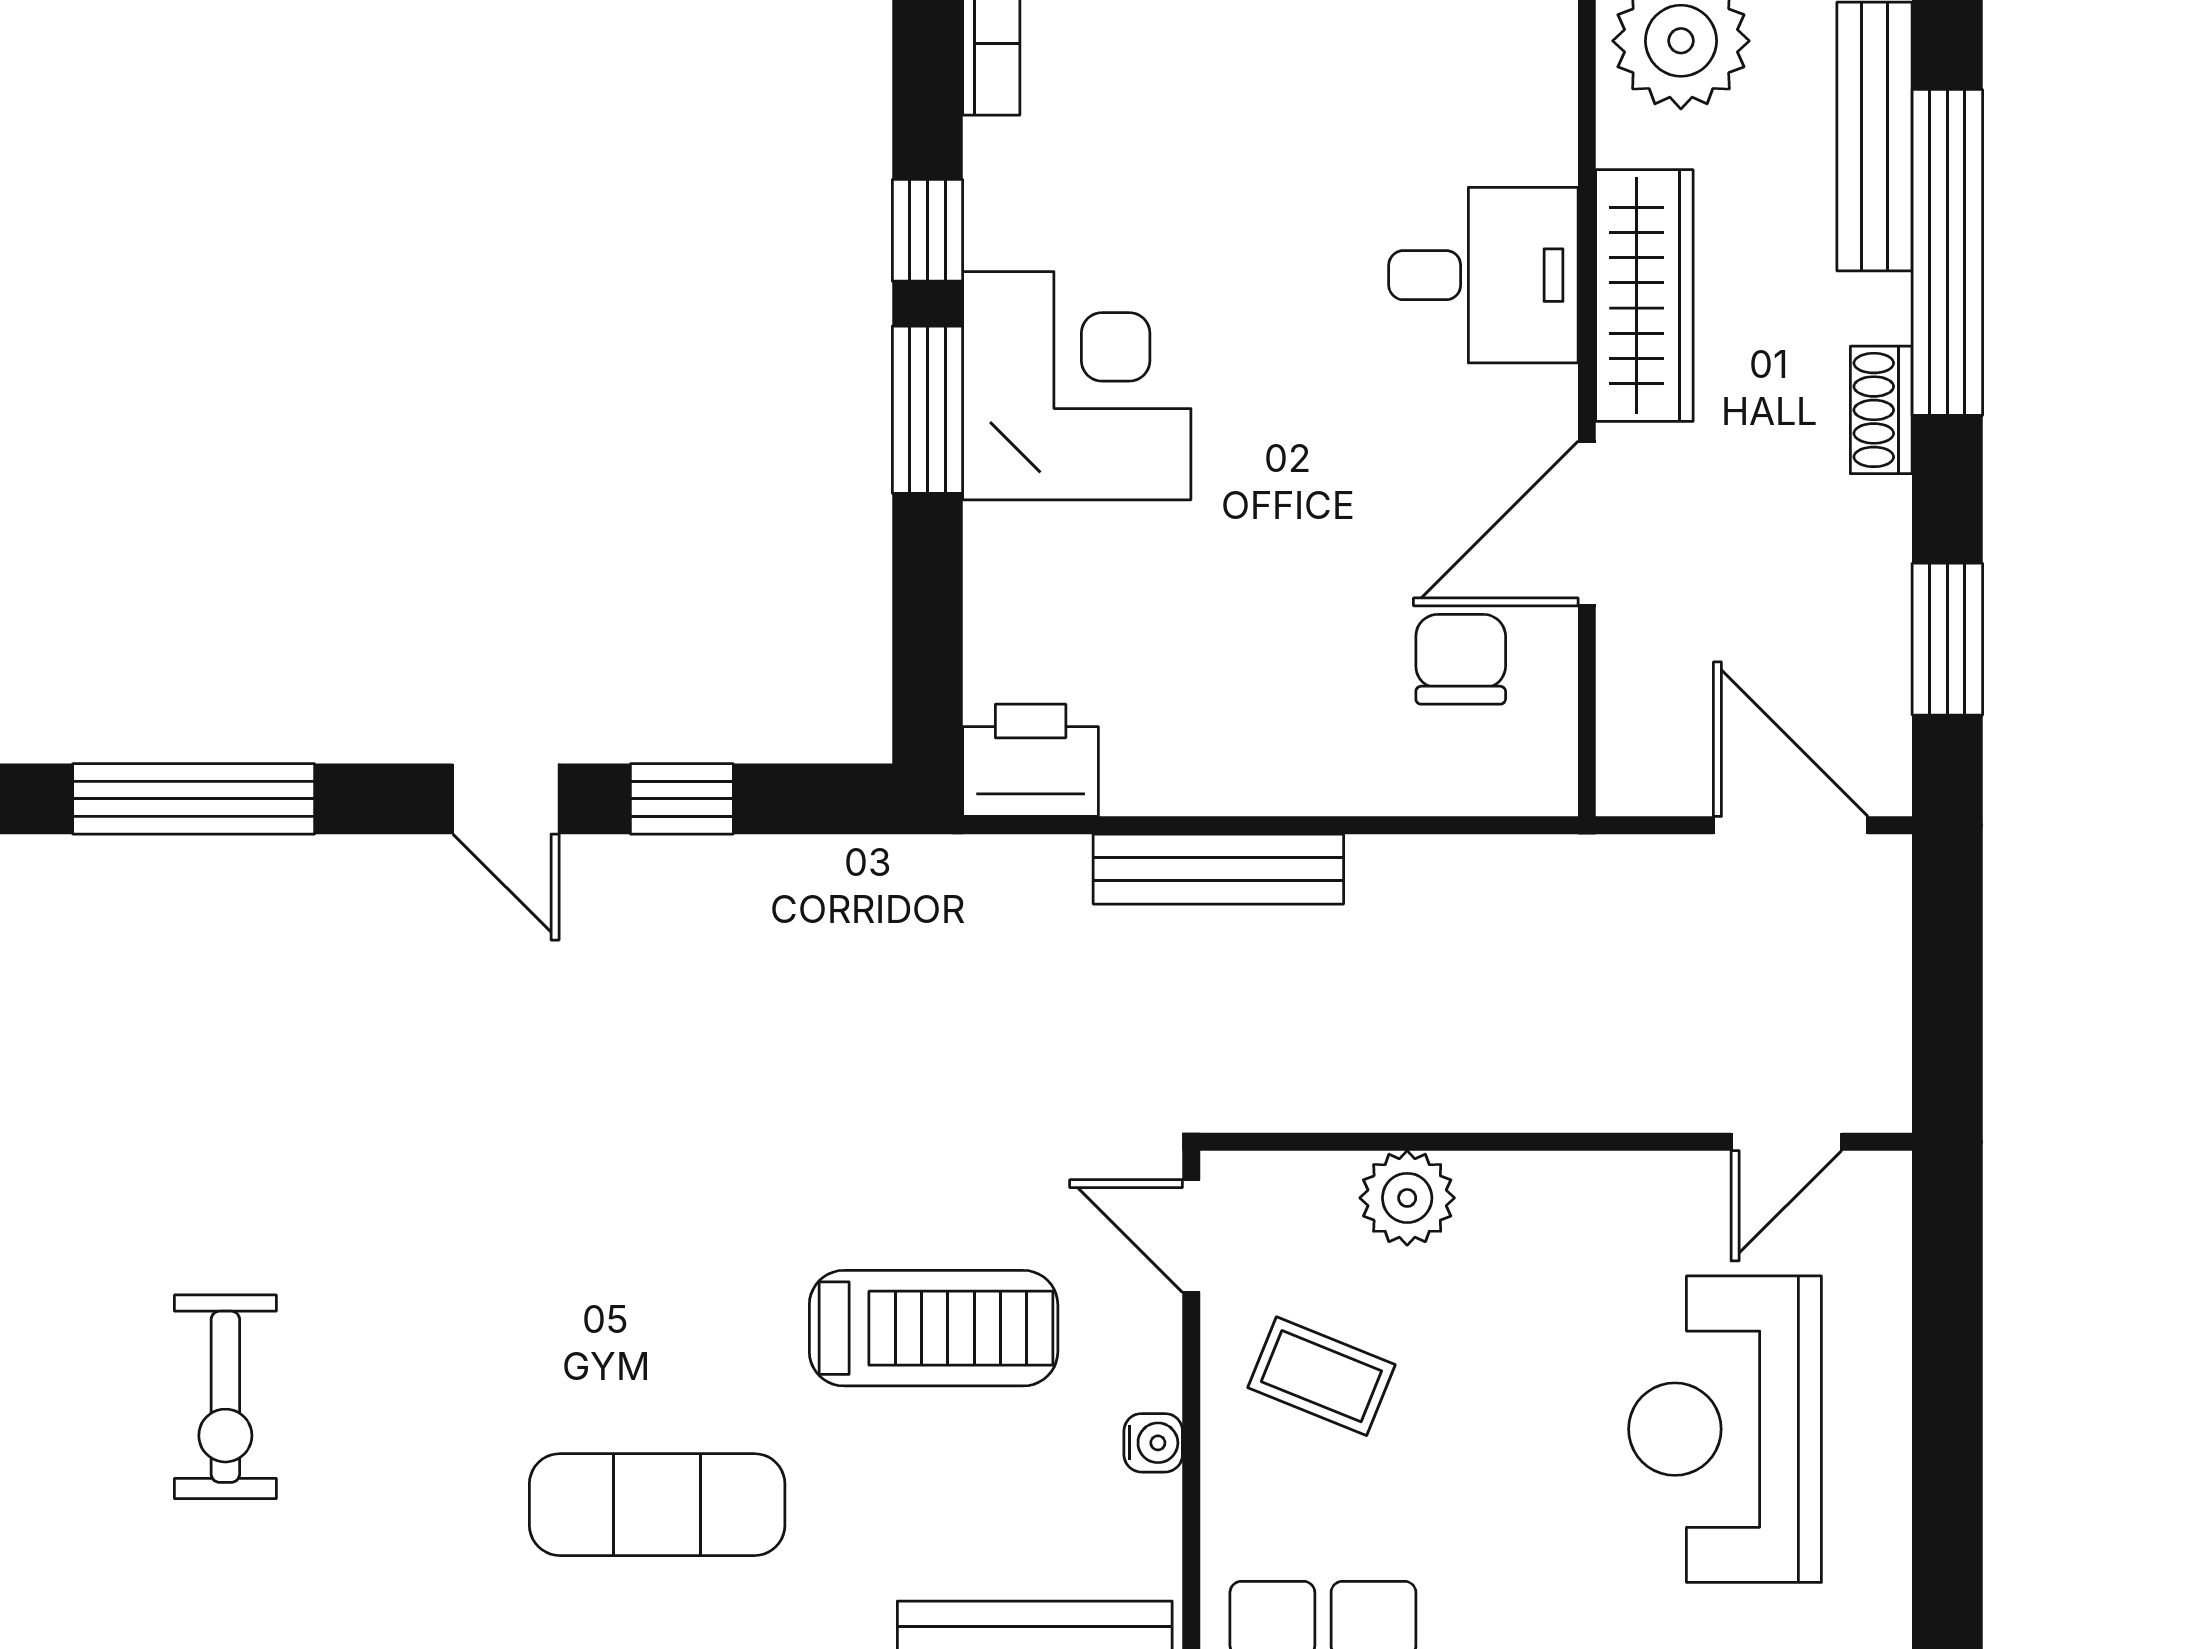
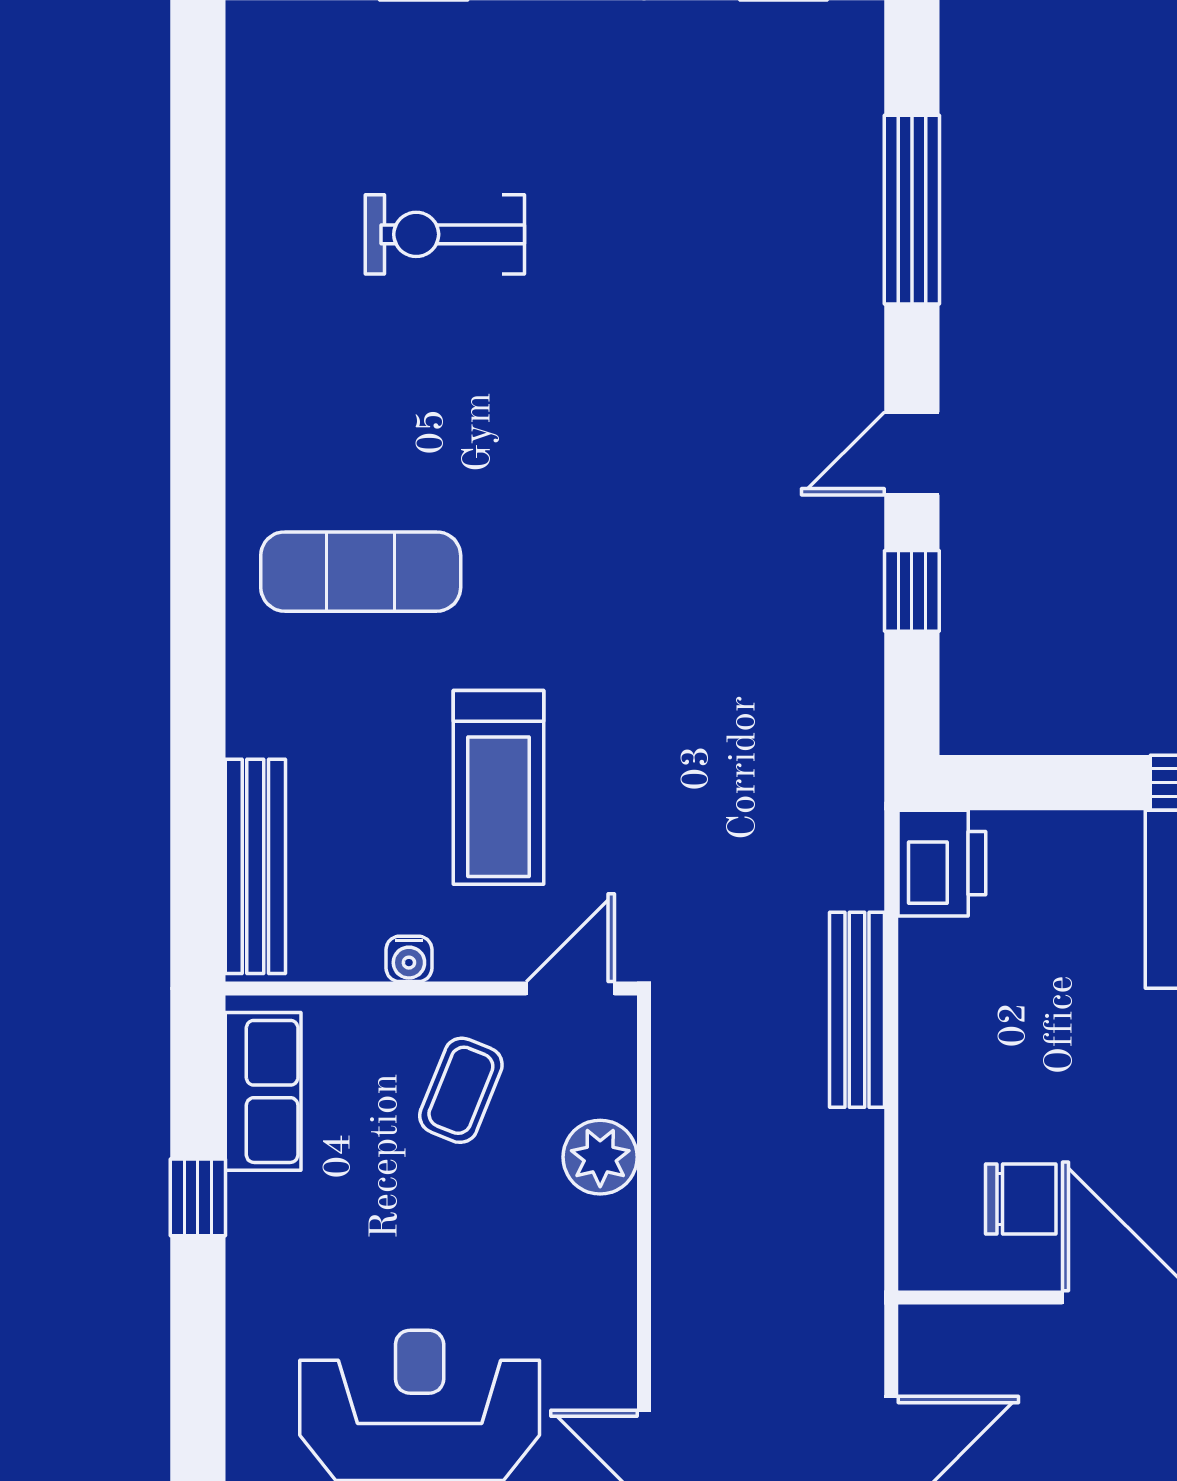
exercise mat: (657, 1505) -> (361, 572), turned 90

